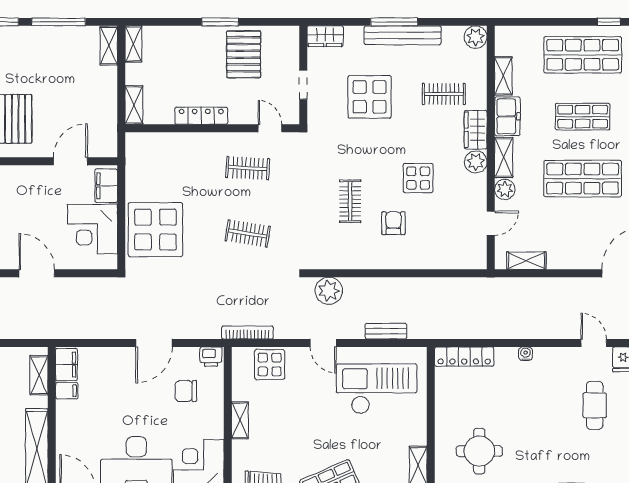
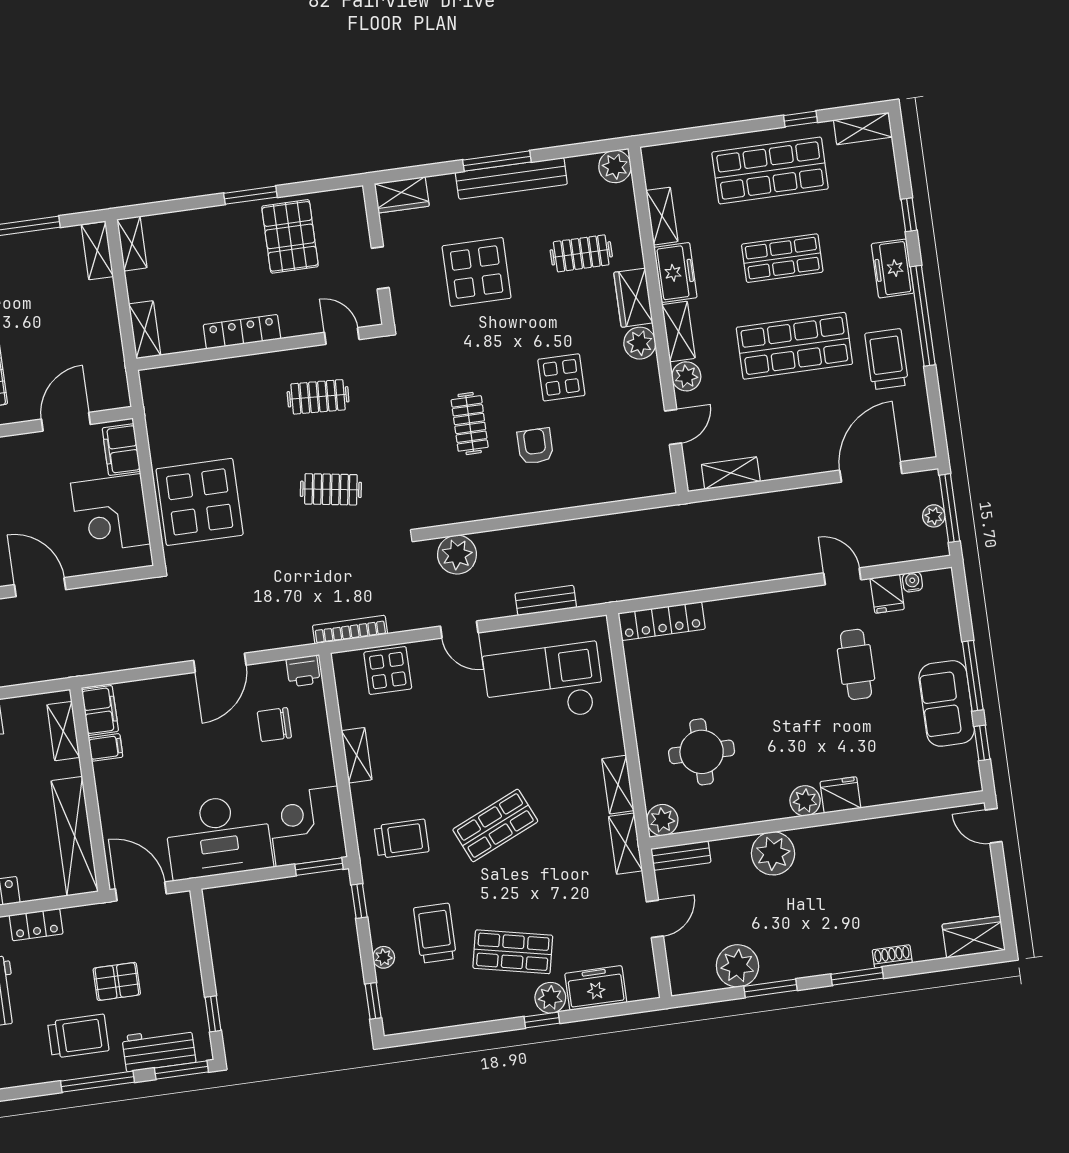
water cooler: (526, 354) -> (748, 605), removed

